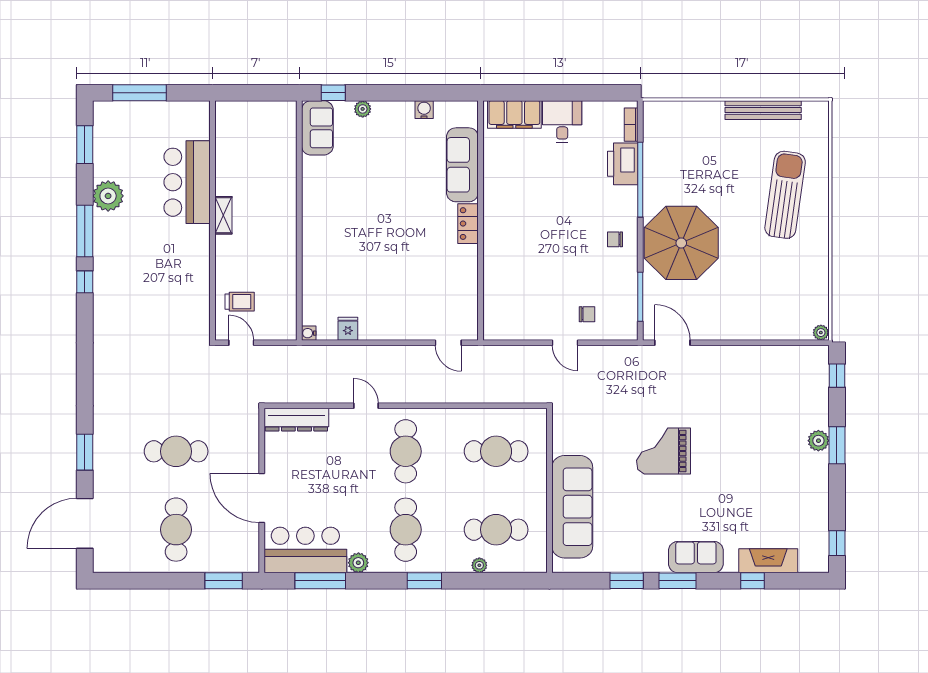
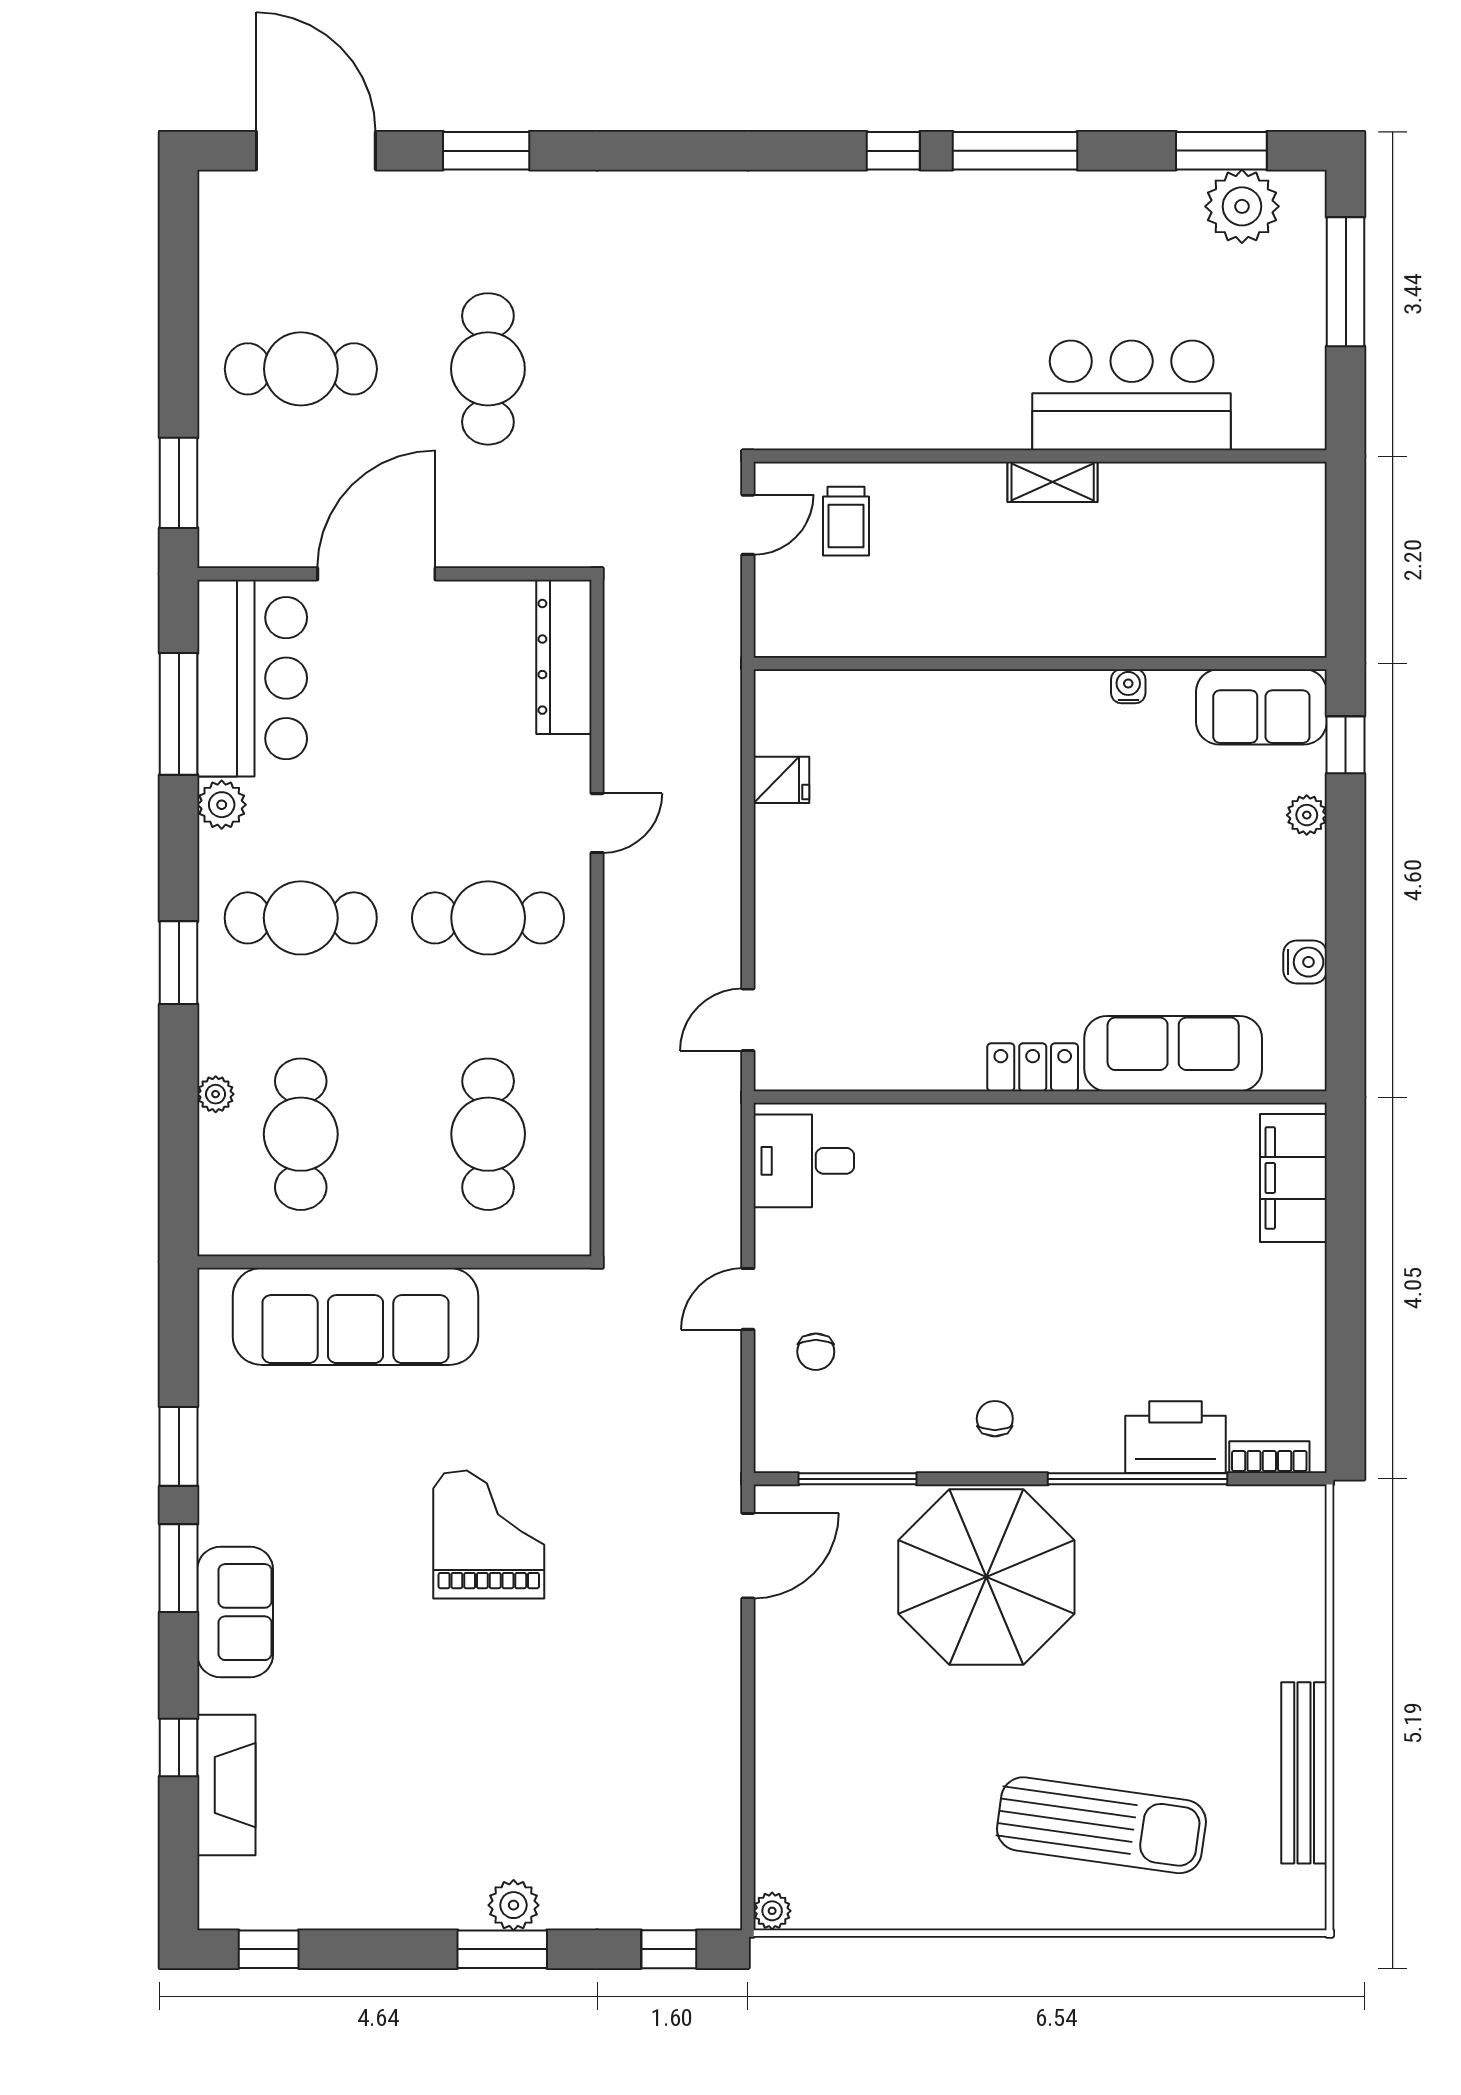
desk: (562, 122) -> (804, 1161), moved, turned 180
plant: (108, 196) -> (1242, 206), moved
water cooler: (309, 333) -> (1128, 686), moved

